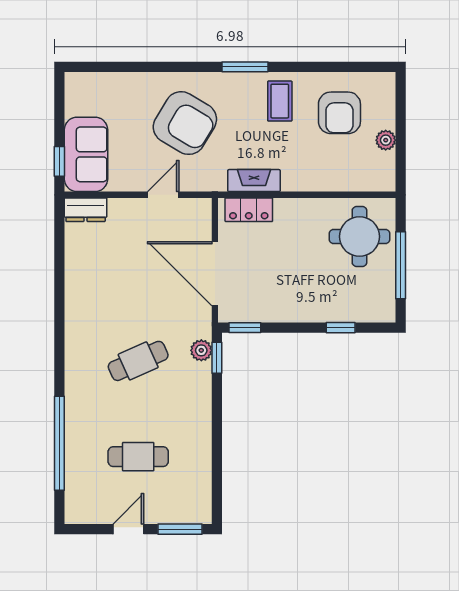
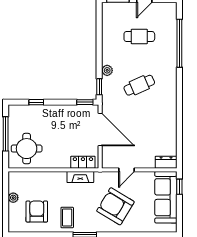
sofa: (86, 154) -> (166, 197), width x1.36
plant: (201, 350) -> (107, 70), moved

